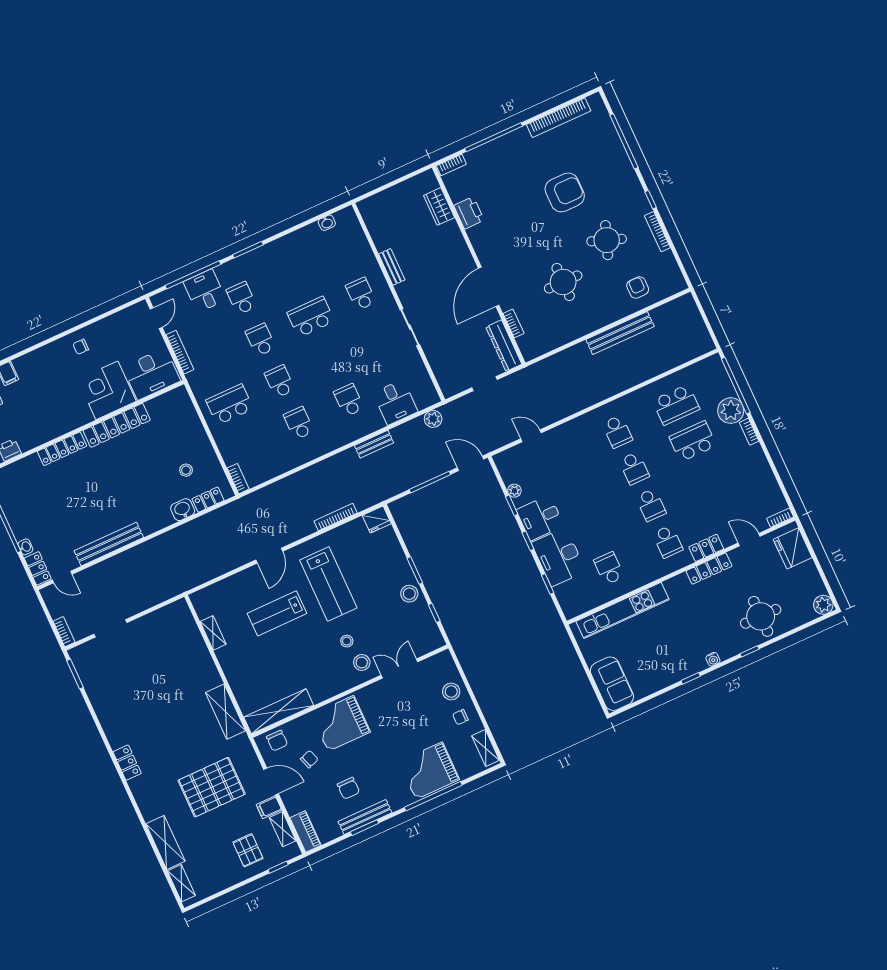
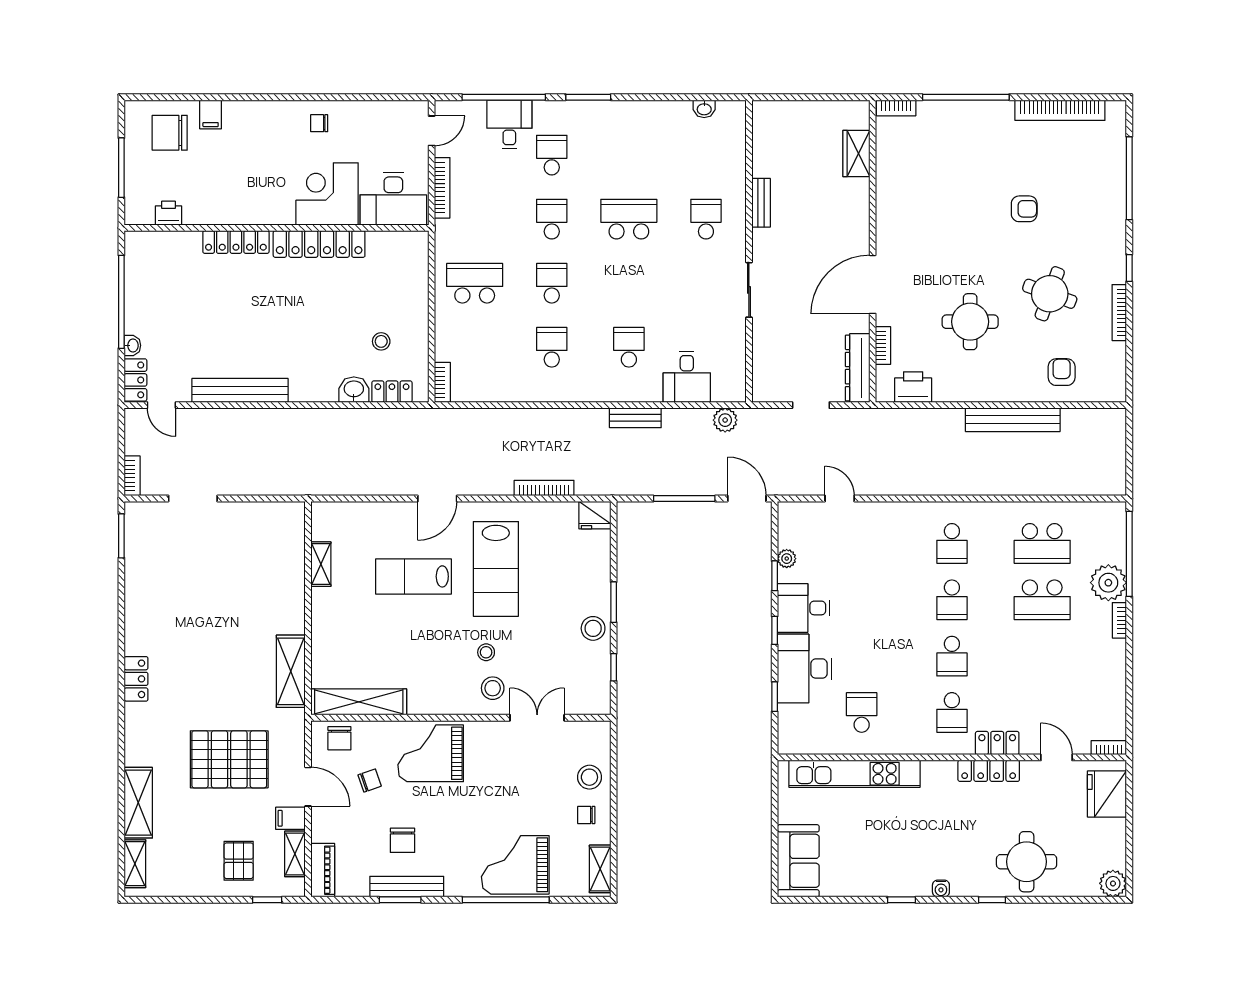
armchair: (565, 192) -> (1024, 209), width x0.53, depth x0.53
printer: (469, 213) -> (913, 387), moved, turned -90
school desk: (693, 441) -> (1042, 600), turned 180

